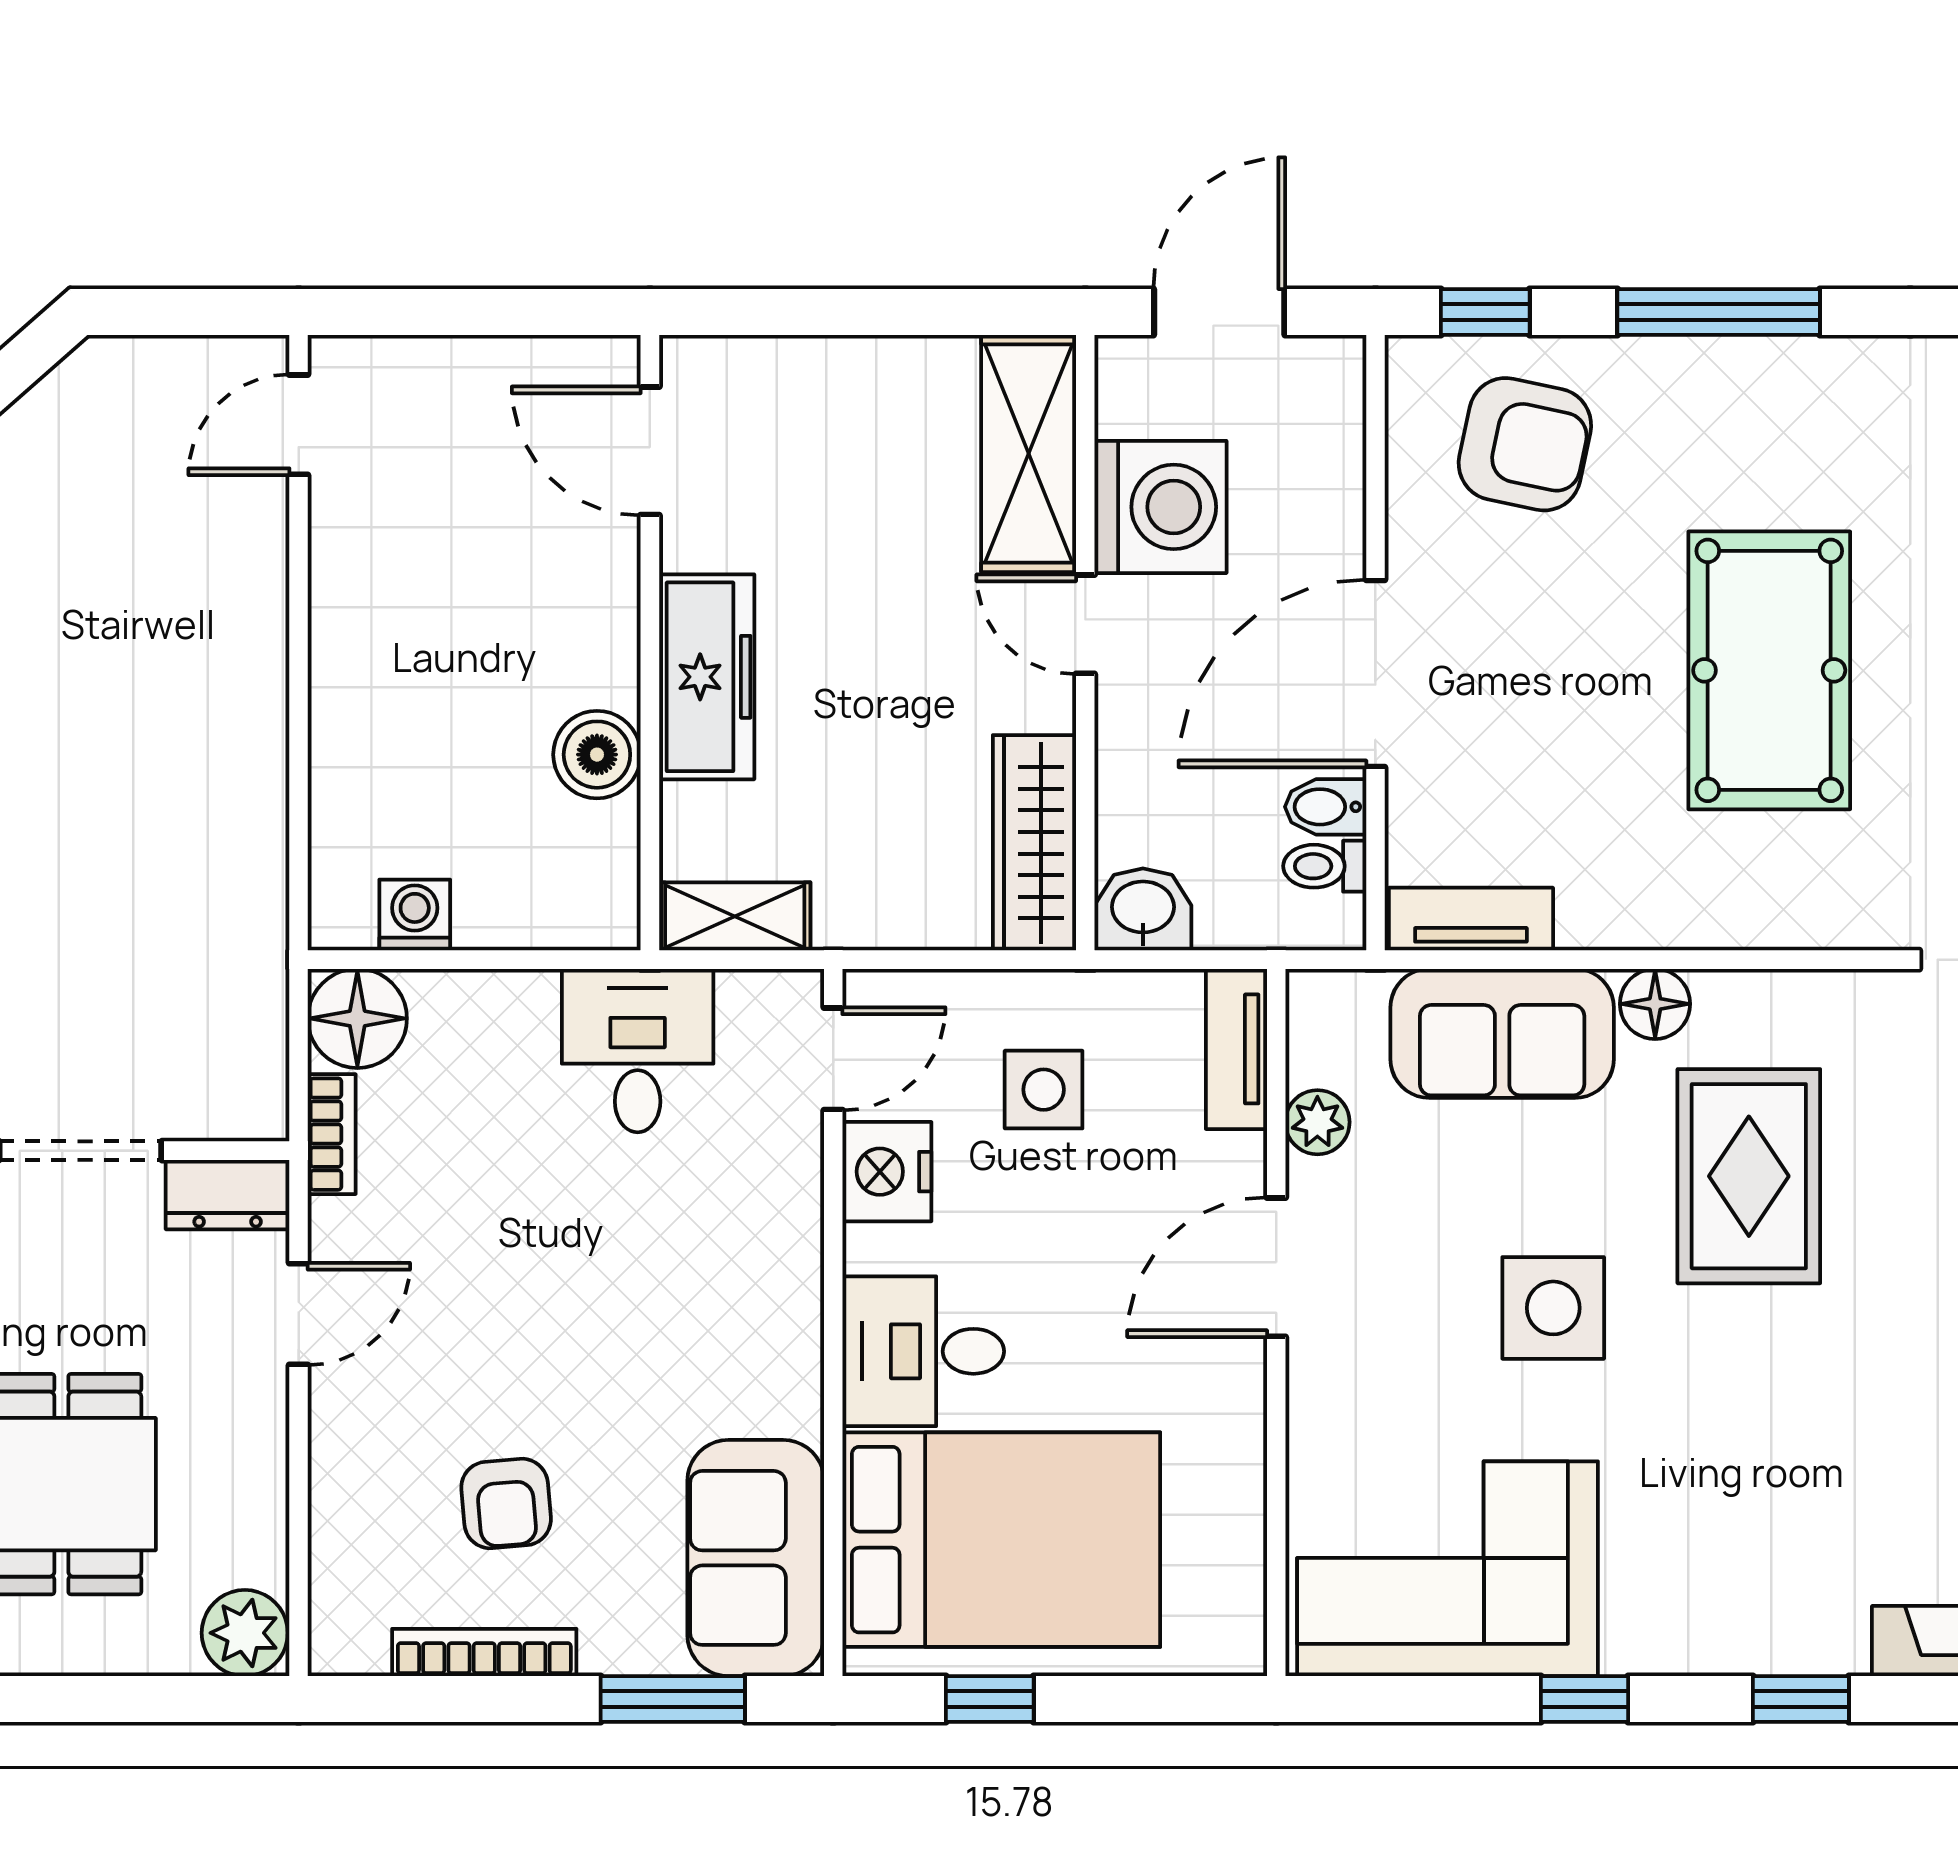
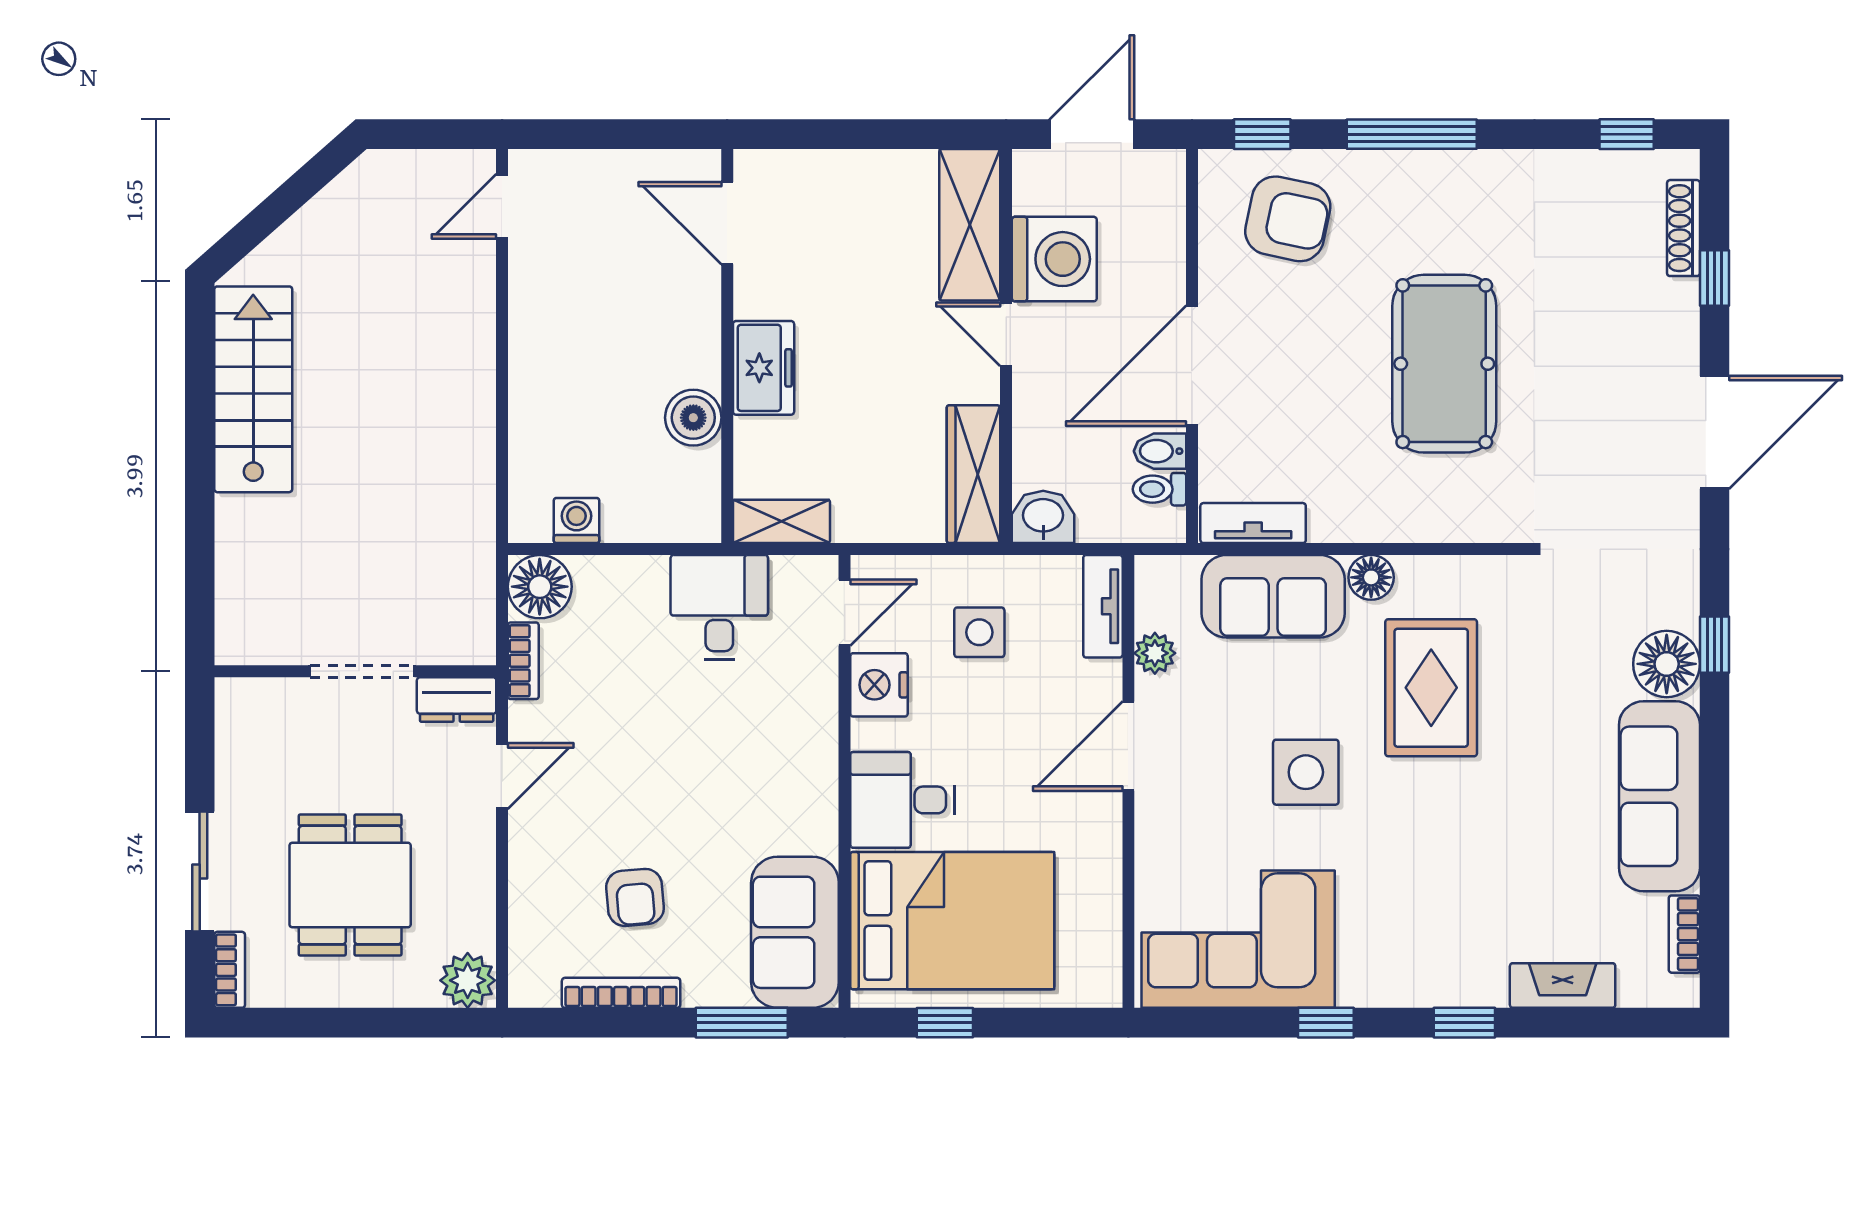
freezer: (707, 677) -> (764, 368), width x0.71

